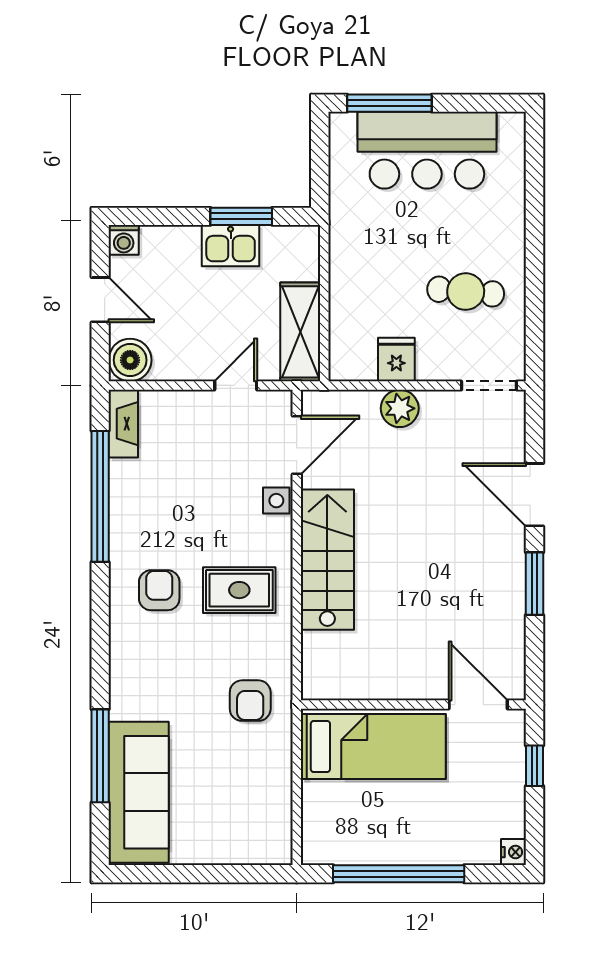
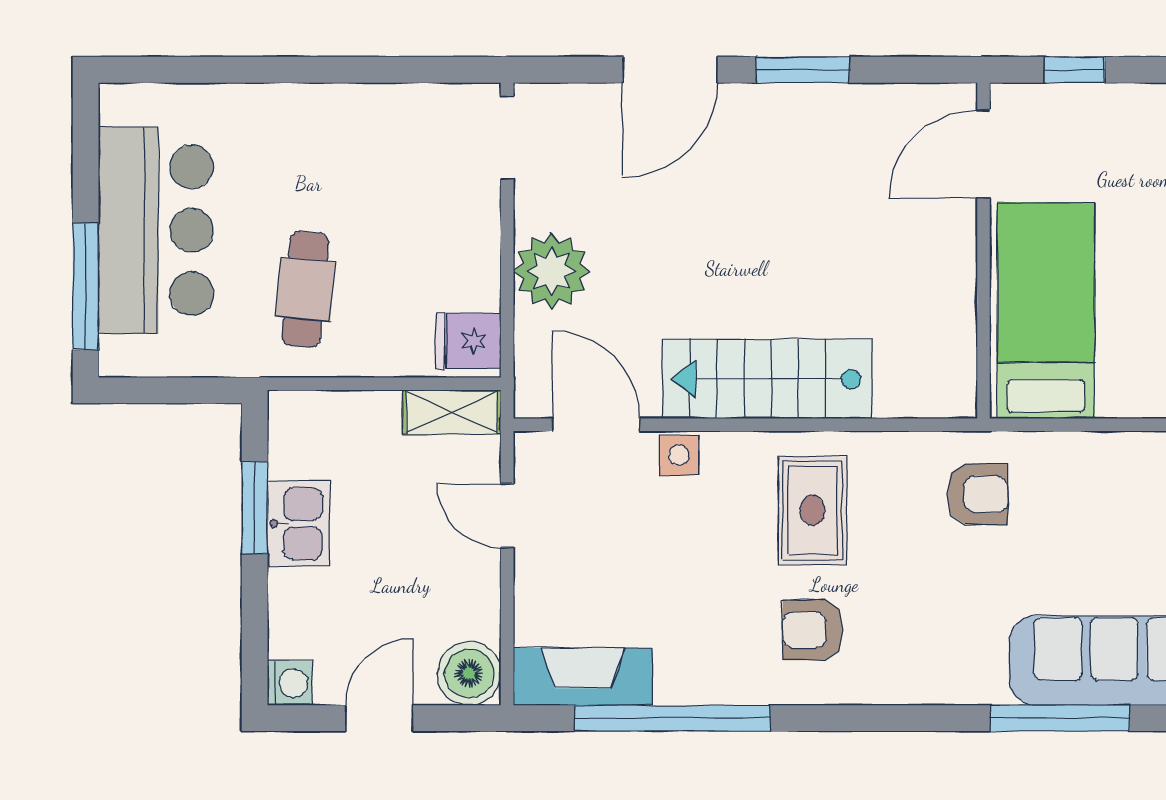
cafe table: (466, 292) -> (305, 289), moved
shelving: (300, 332) -> (452, 412), width x0.67, depth x0.75
fridge: (396, 360) -> (468, 341), moved
plant: (400, 408) -> (552, 271), width x1.36, depth x1.36
fireplace: (123, 424) -> (583, 677), width x1.37, depth x1.32

